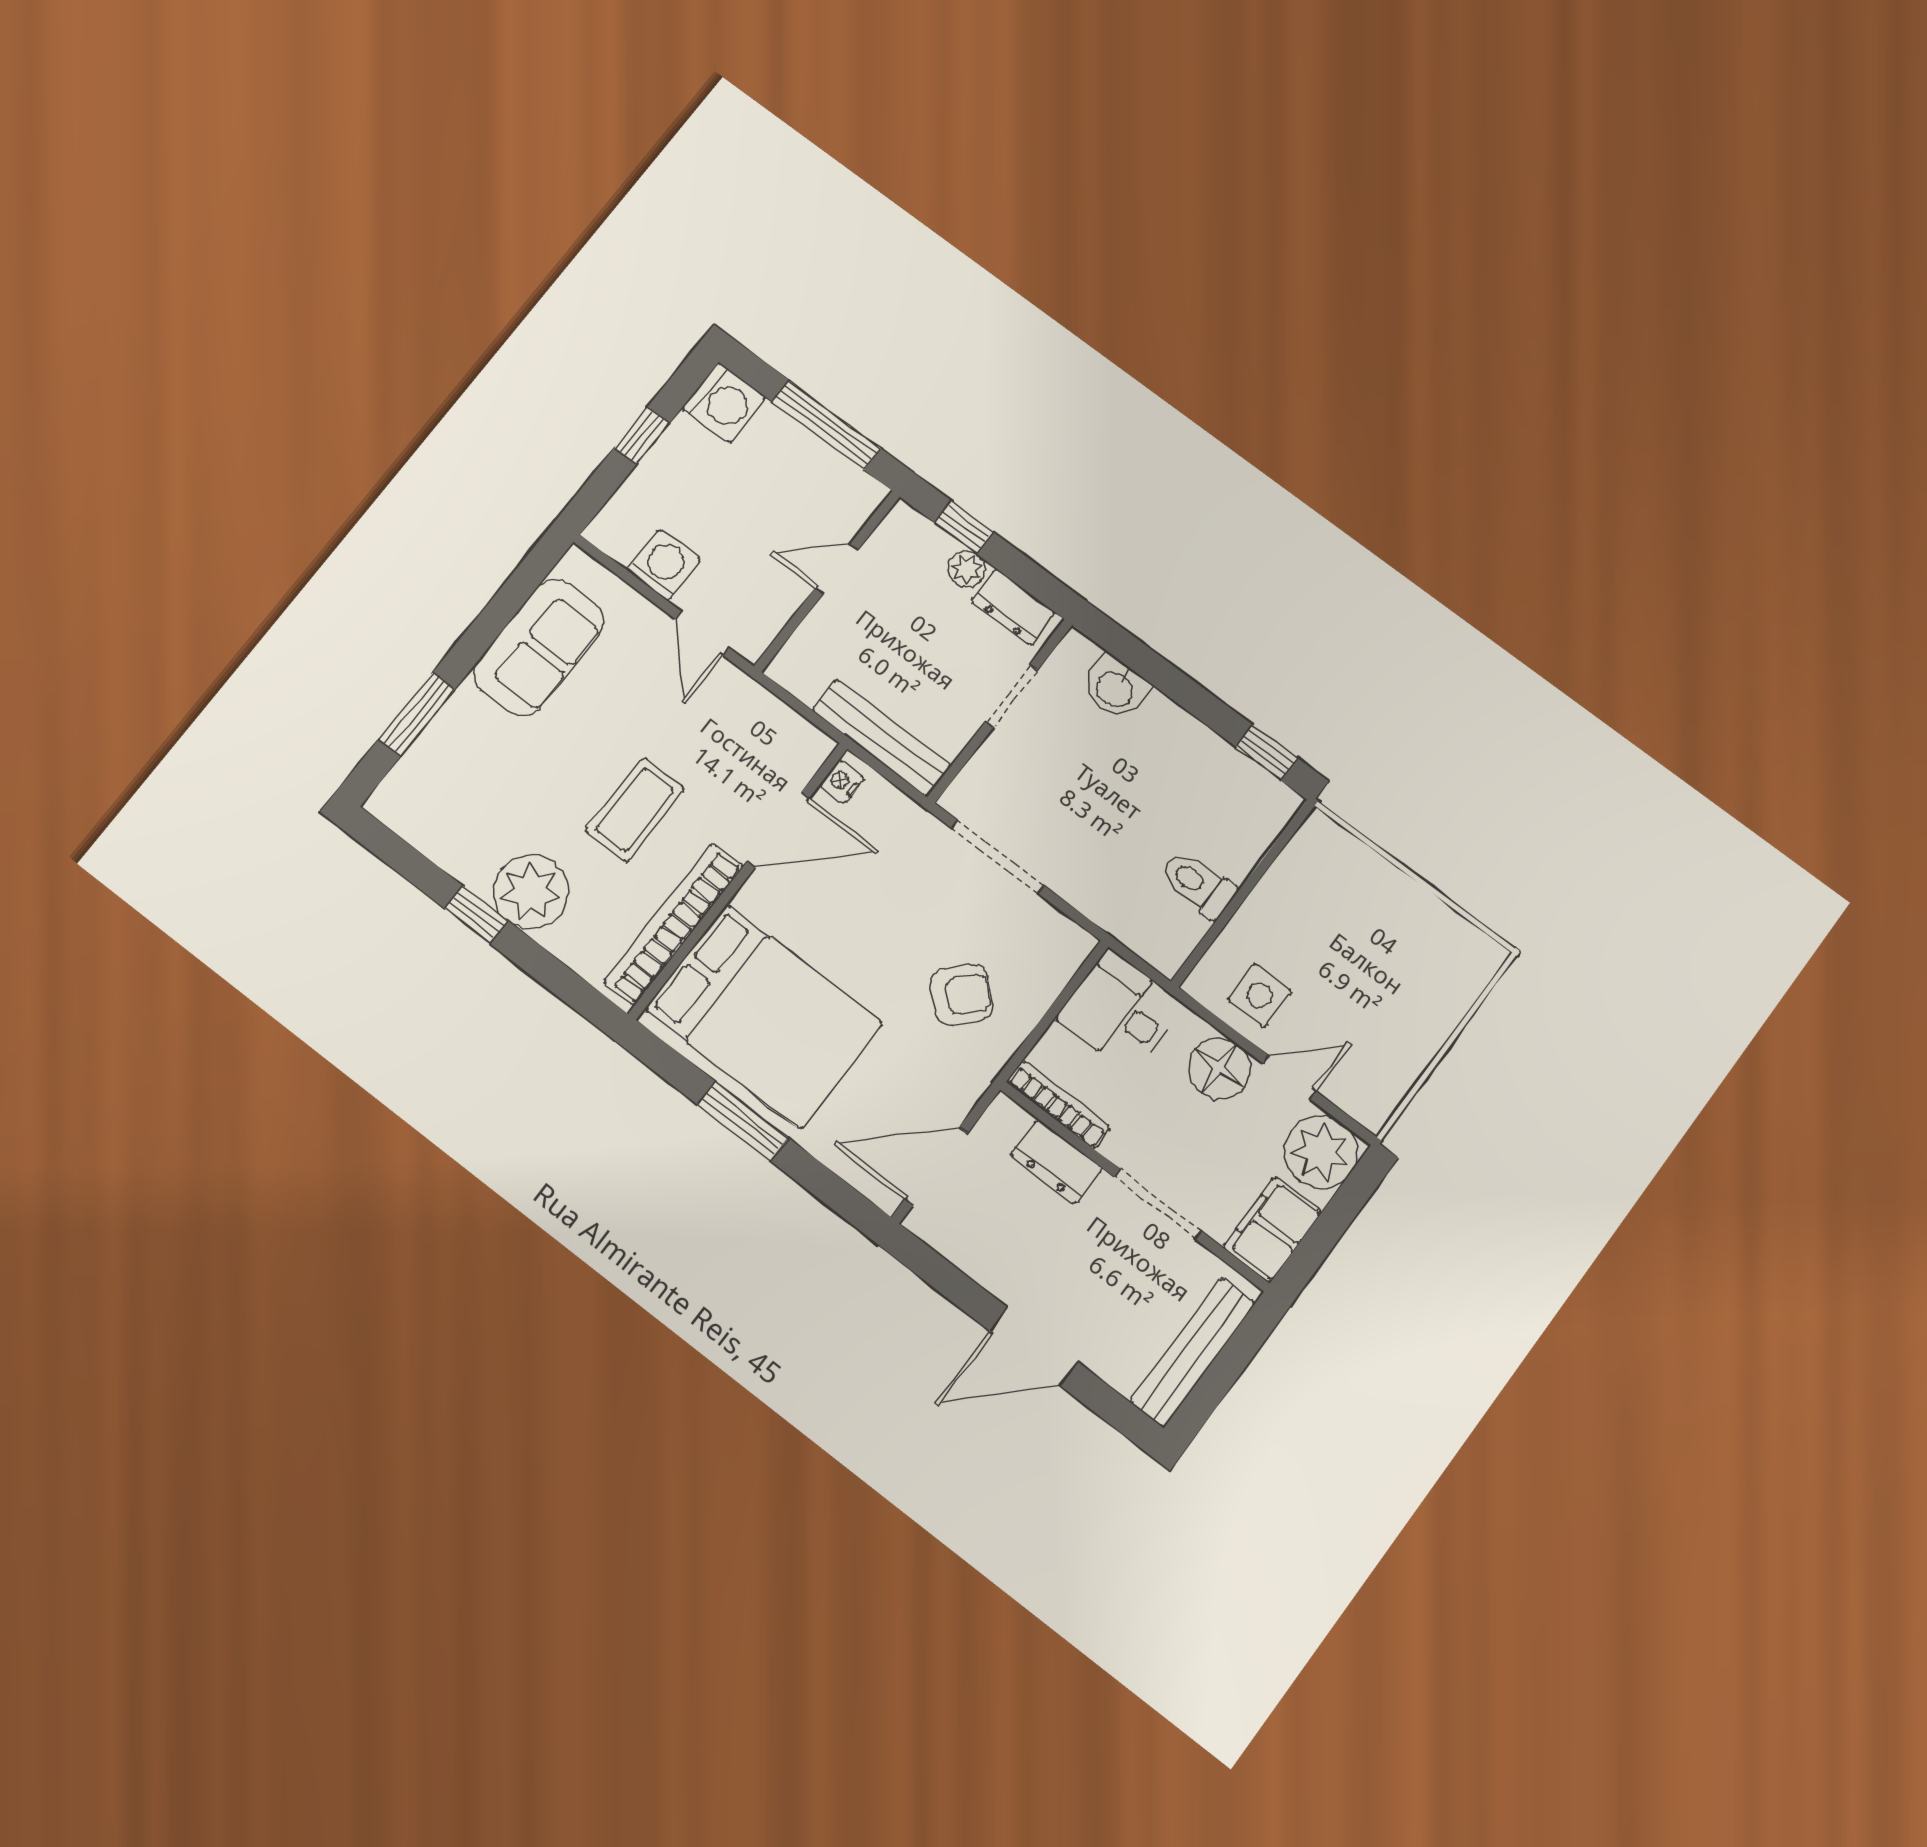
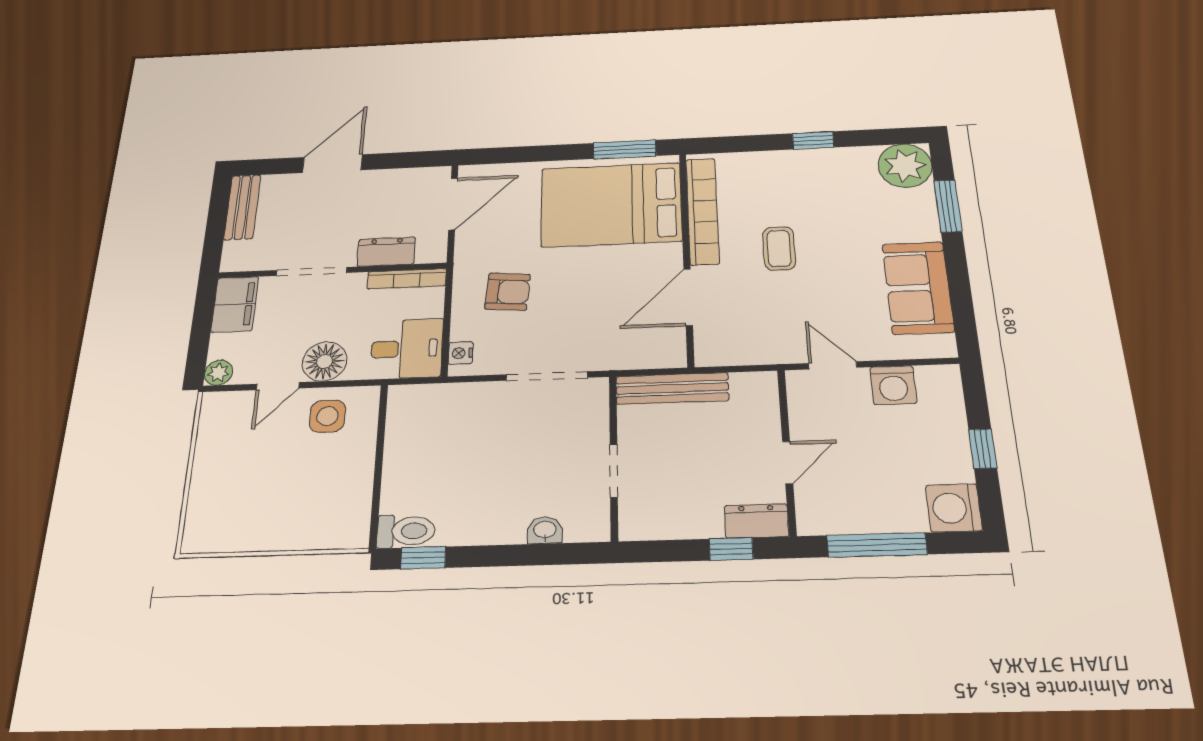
plant: (967, 569) -> (707, 525), removed
dresser: (1013, 607) -> (756, 521), moved
washbasin: (1115, 688) -> (545, 530), width x0.72, depth x0.69
nightstand: (842, 782) -> (461, 353), moved, turned 180
coffee table: (635, 810) -> (779, 248), width x0.73, depth x0.77
toilet: (1198, 884) -> (406, 531), moved
plant: (531, 891) -> (905, 166), moved
armchair: (961, 995) -> (508, 292), turned -129
window: (743, 1121) -> (625, 149), moved
plant: (1321, 1152) -> (219, 373), width x0.53, depth x0.53
bench: (1193, 1352) -> (242, 207), width x0.73

